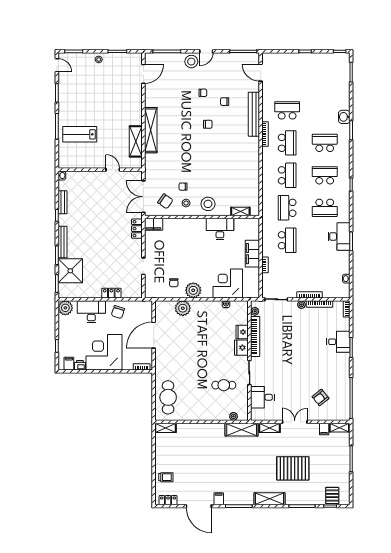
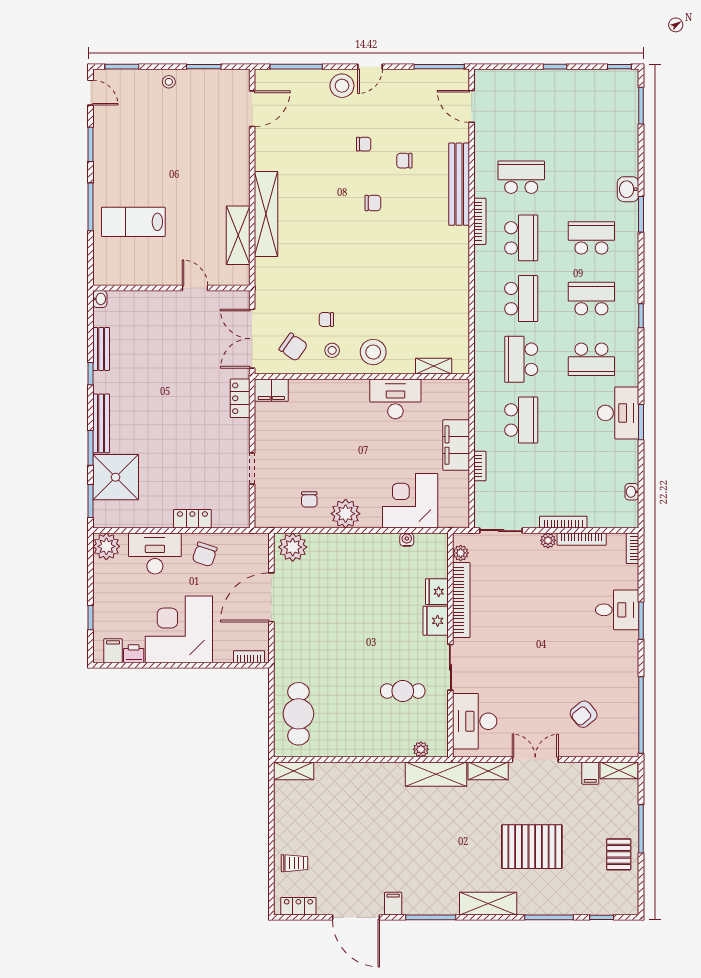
plant: (183, 308) -> (293, 547), moved
desk: (262, 397) -> (475, 721), width x1.37
pallet: (332, 496) -> (619, 854), moved

